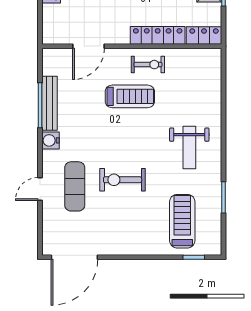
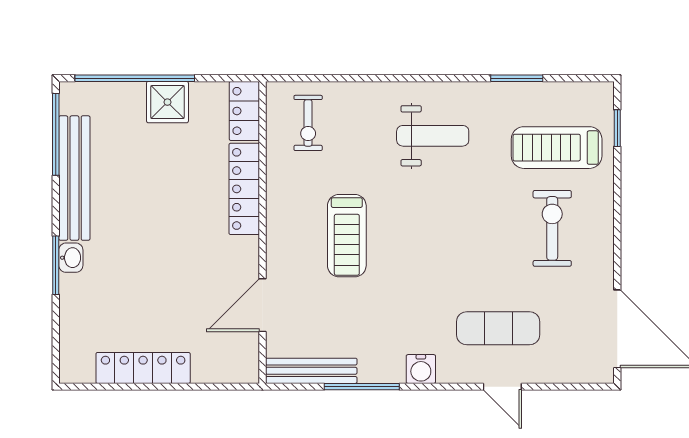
door: (89, 46) -> (262, 305), swing flipped
exercise bike: (148, 65) -> (308, 123), moved, turned 180
treadmill: (130, 96) -> (347, 236), turned 180
bench: (49, 103) -> (311, 371), moved
exercise bike: (123, 180) -> (552, 228), moved, turned 180

